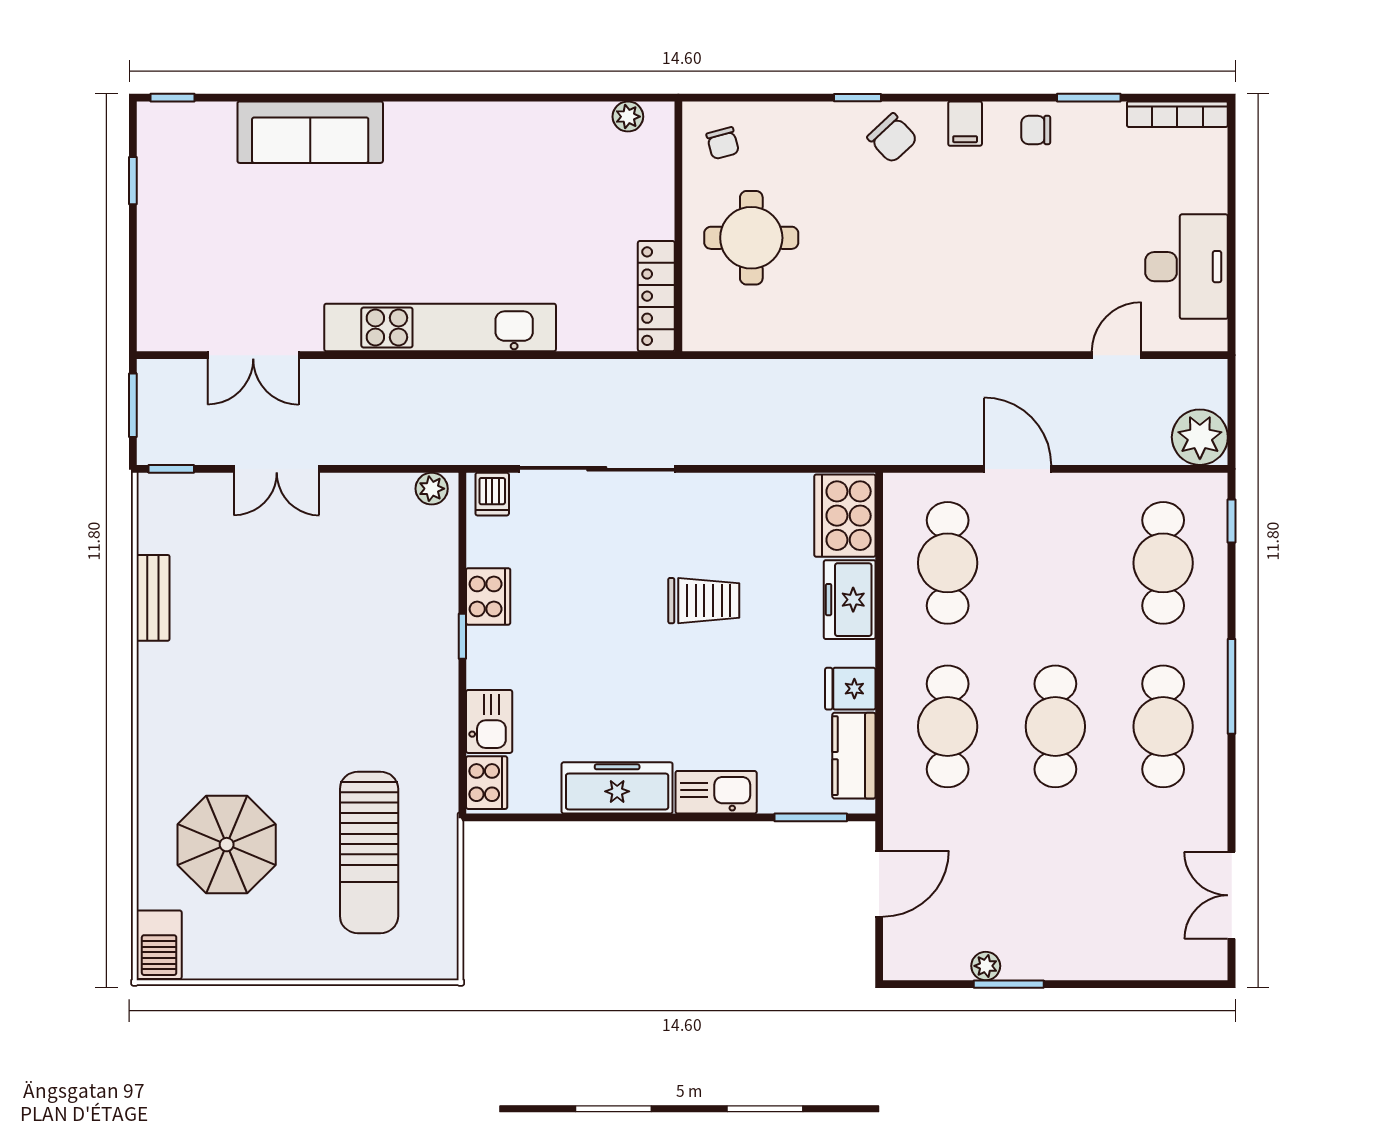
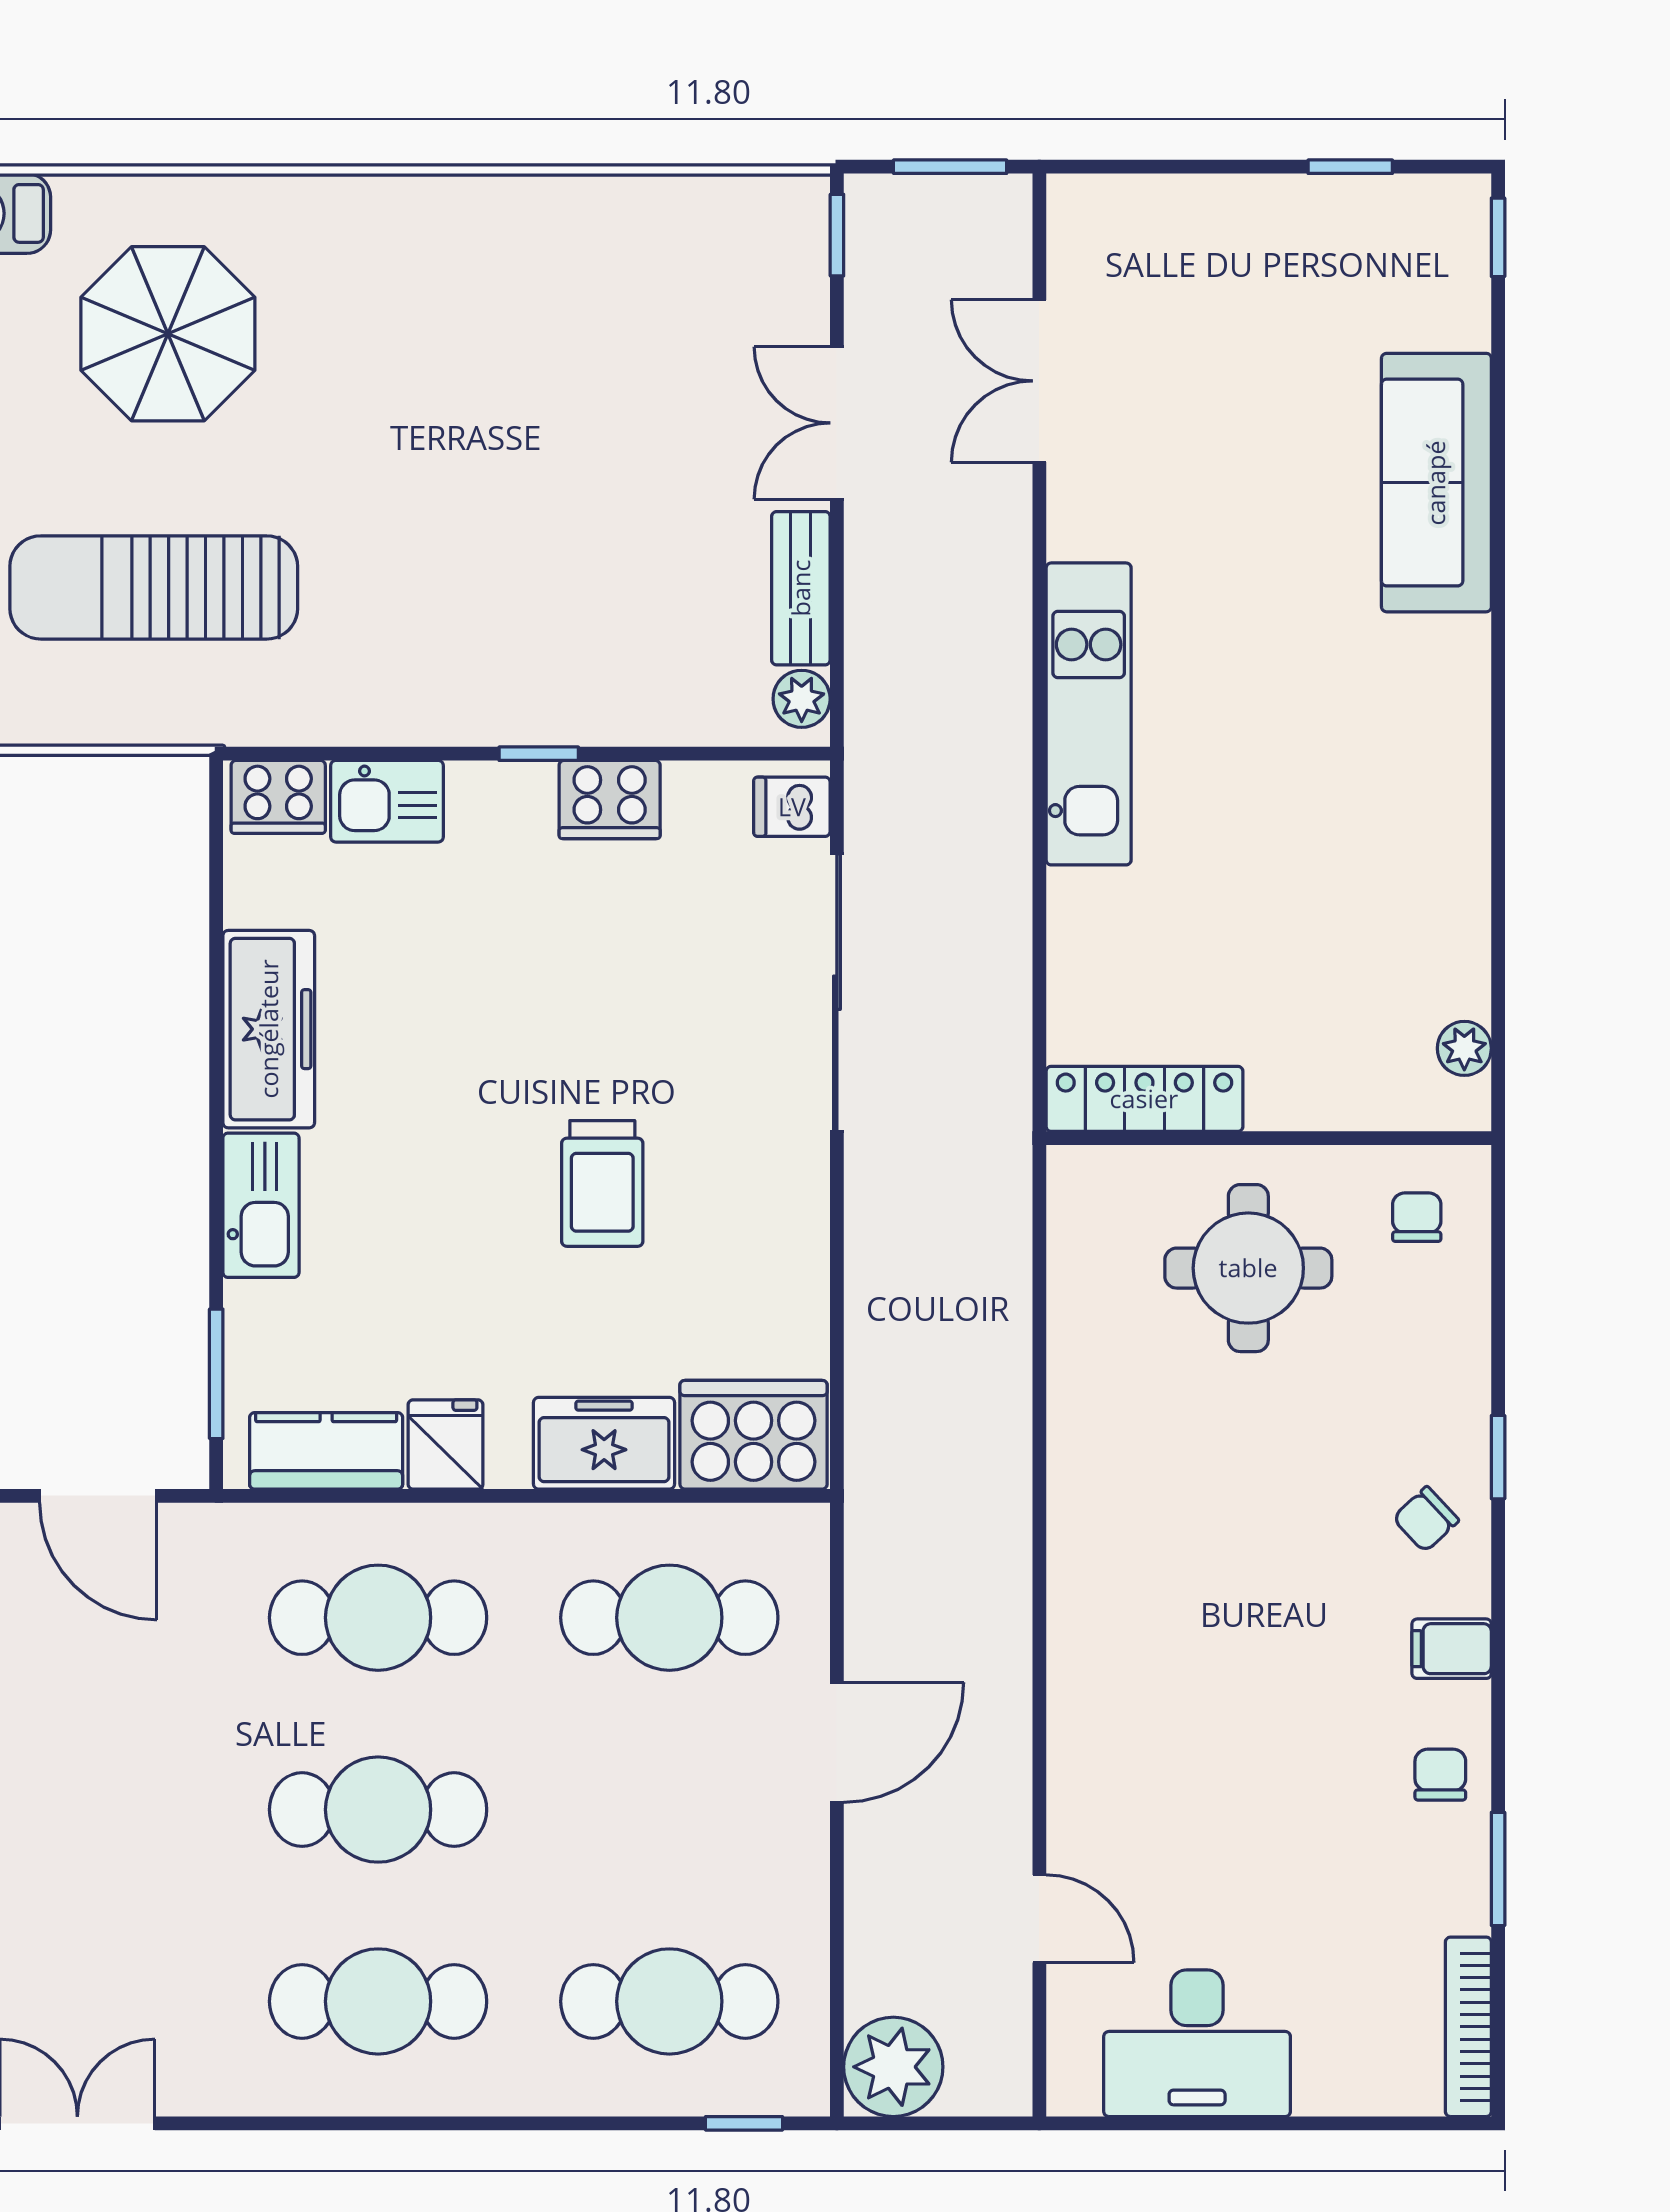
chair: (892, 138) -> (1426, 1519), width x0.73, depth x0.73
chair: (723, 143) -> (1417, 1217), turned 105
kitchen unit: (440, 327) -> (1089, 714), width x0.73
bench: (153, 598) -> (801, 588), moved, turned 90
window: (1232, 686) -> (450, 2123), removed

